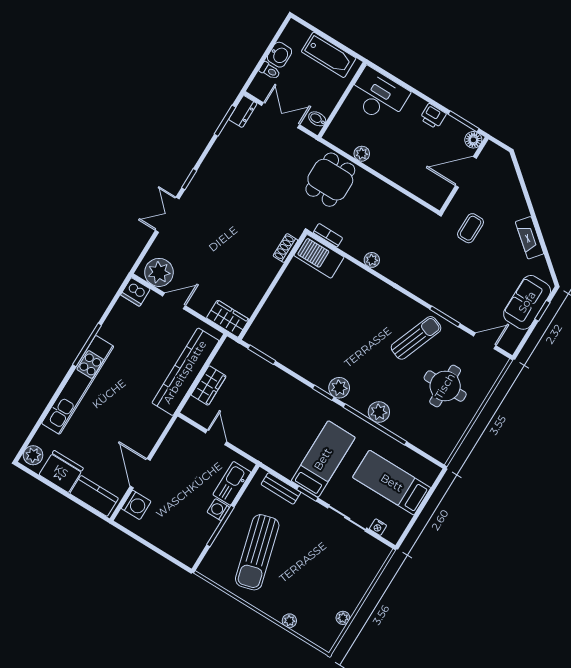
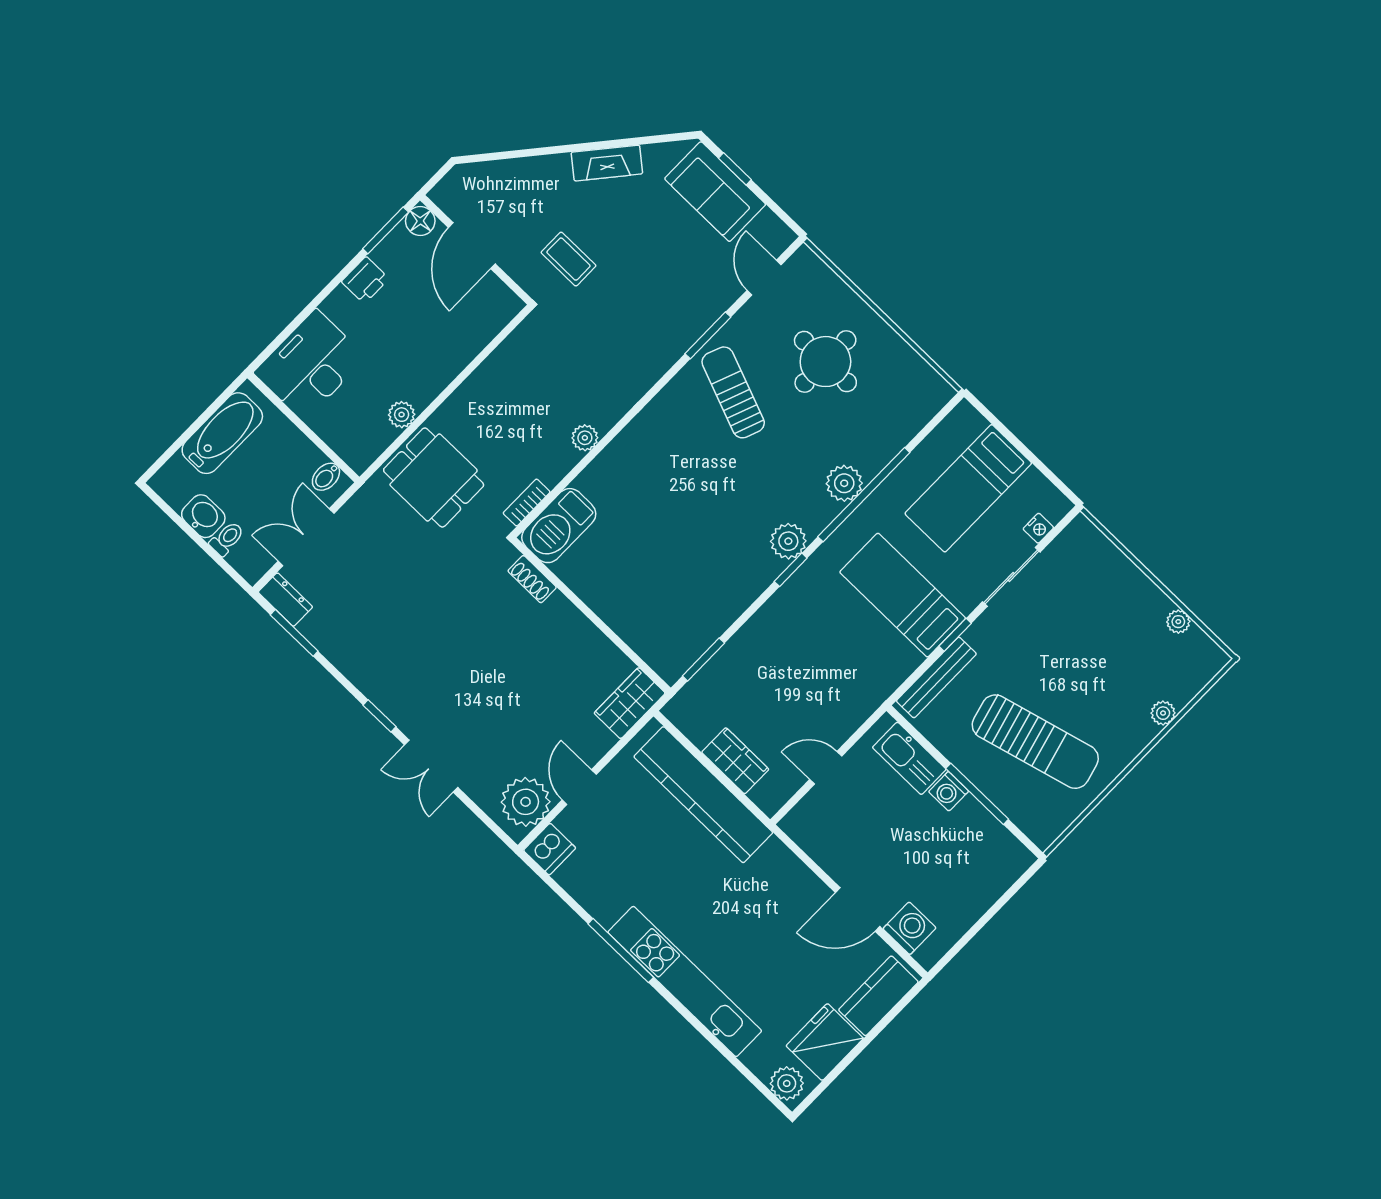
bench: (281, 488) -> (936, 677), width x1.36

